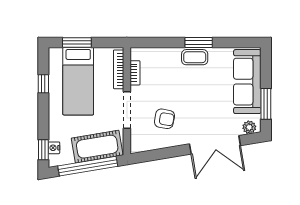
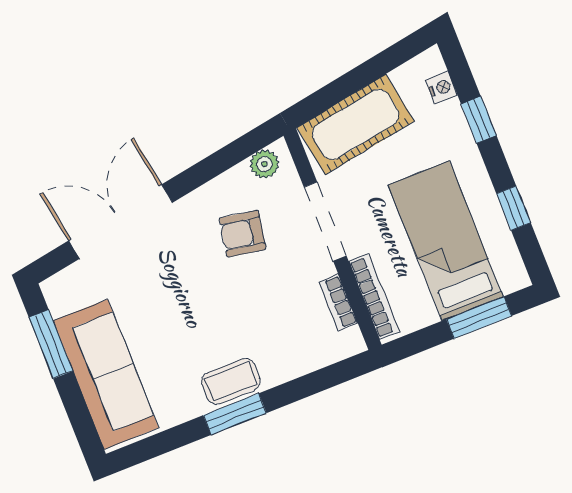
plant: (249, 127) -> (264, 164), moved
window: (43, 150) -> (479, 120), moved
window: (88, 166) -> (359, 78), removed

